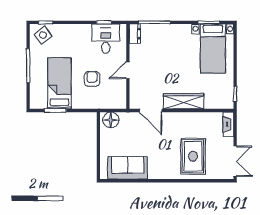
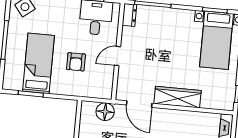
armchair: (92, 79) -> (76, 62), turned 180
floor lamp: (111, 120) -> (105, 112), moved

